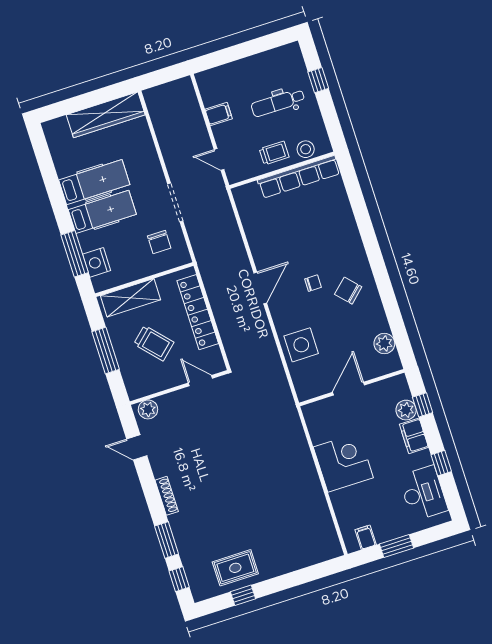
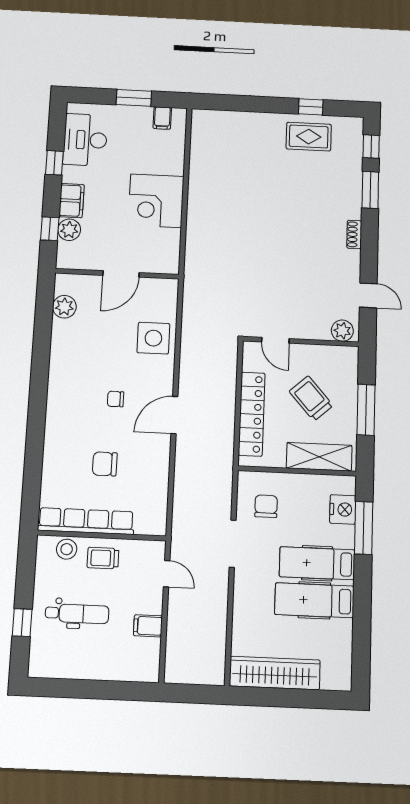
chair: (348, 291) -> (105, 464), moved, turned 133
shoe rack: (167, 496) -> (354, 234), width x0.70

